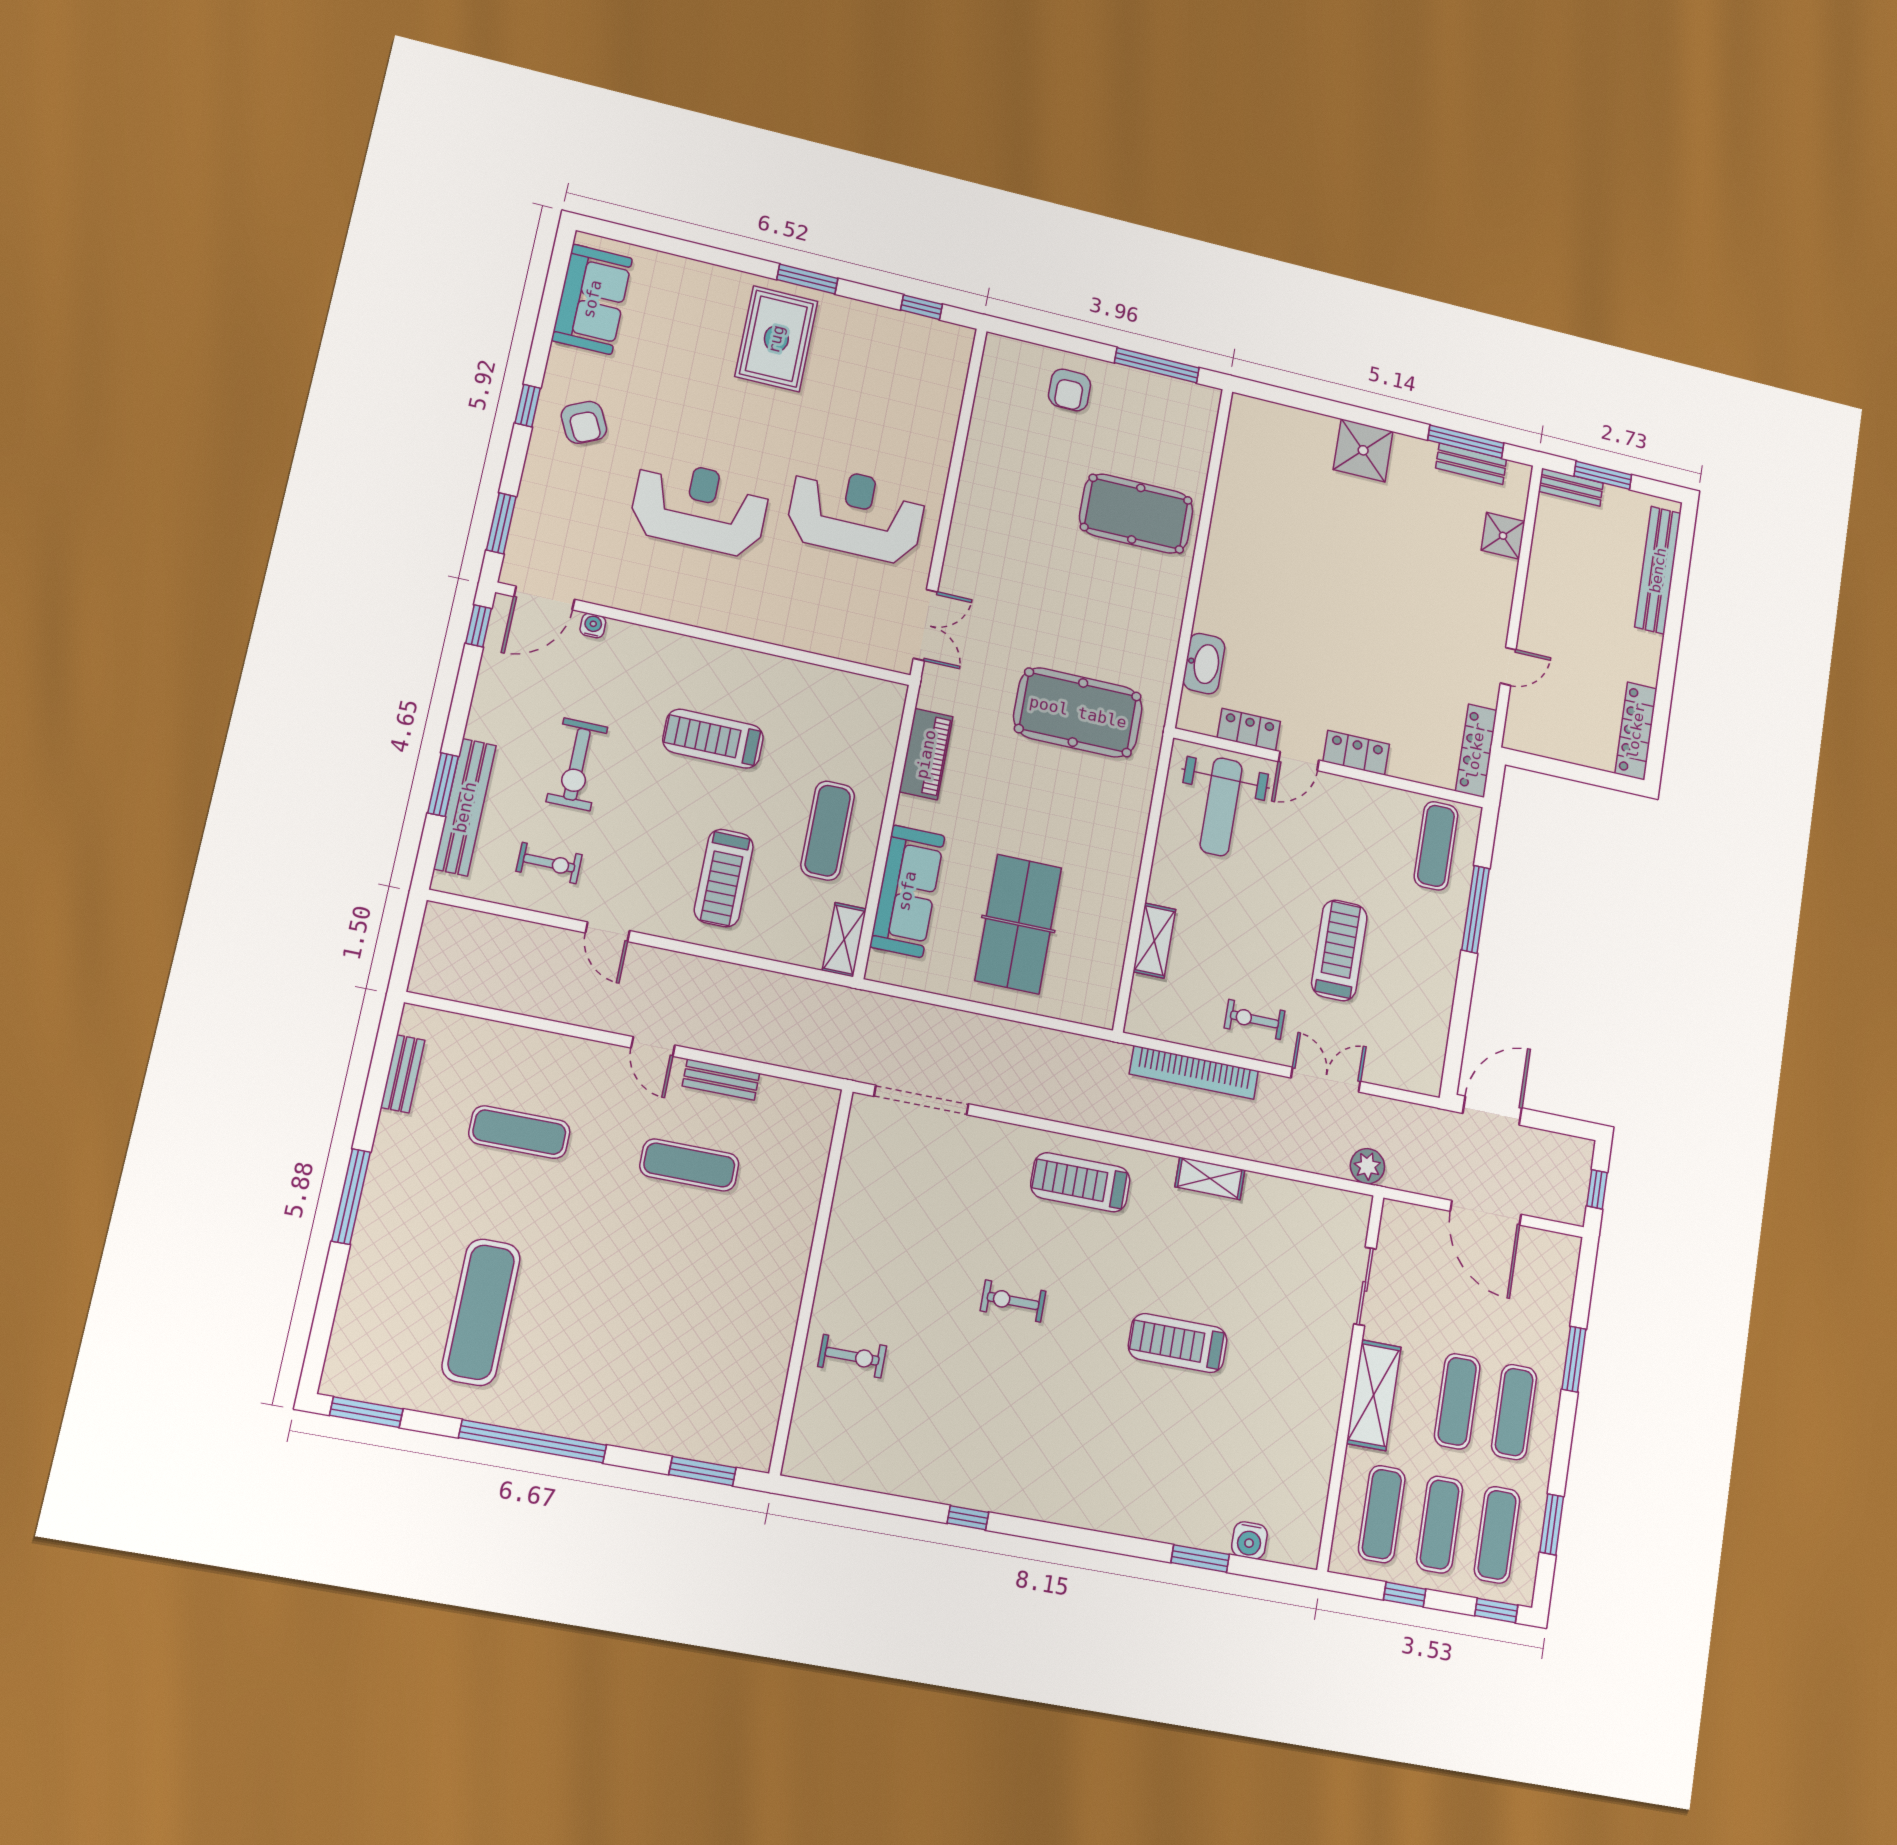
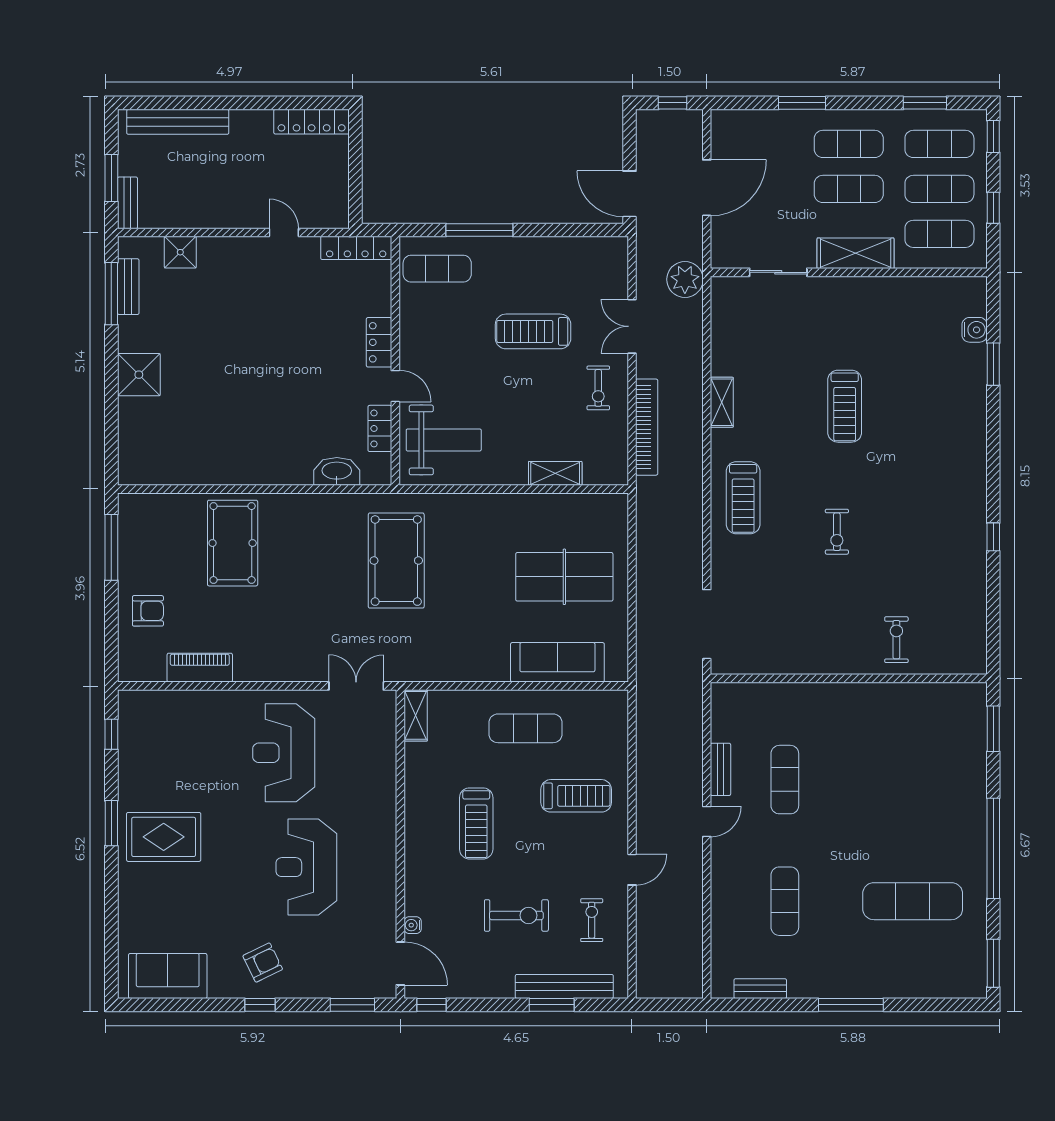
piano: (926, 754) -> (200, 668), moved
shelving: (844, 940) -> (416, 715), moved, turned 90
plant: (1367, 1166) -> (685, 279), width x1.36, depth x1.36

